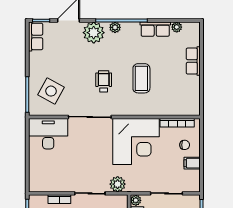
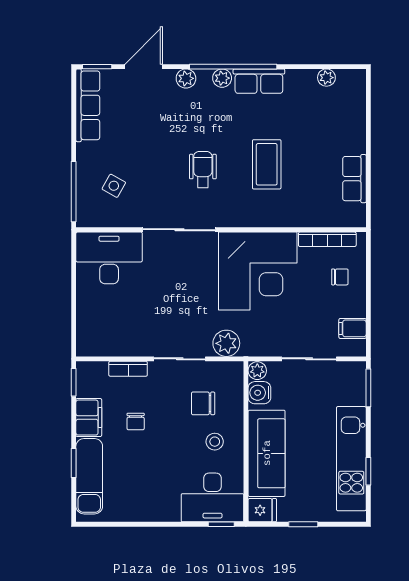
row of seats: (155, 29) -> (259, 81), moved
plant: (94, 33) -> (186, 78), width x0.53, depth x0.53
row of seats: (36, 36) -> (88, 105), width x1.48
row of seats: (193, 61) -> (354, 179), moved
side table: (51, 91) -> (114, 186), width x0.54, depth x0.54
filing cabinet: (192, 163) -> (353, 328), moved

